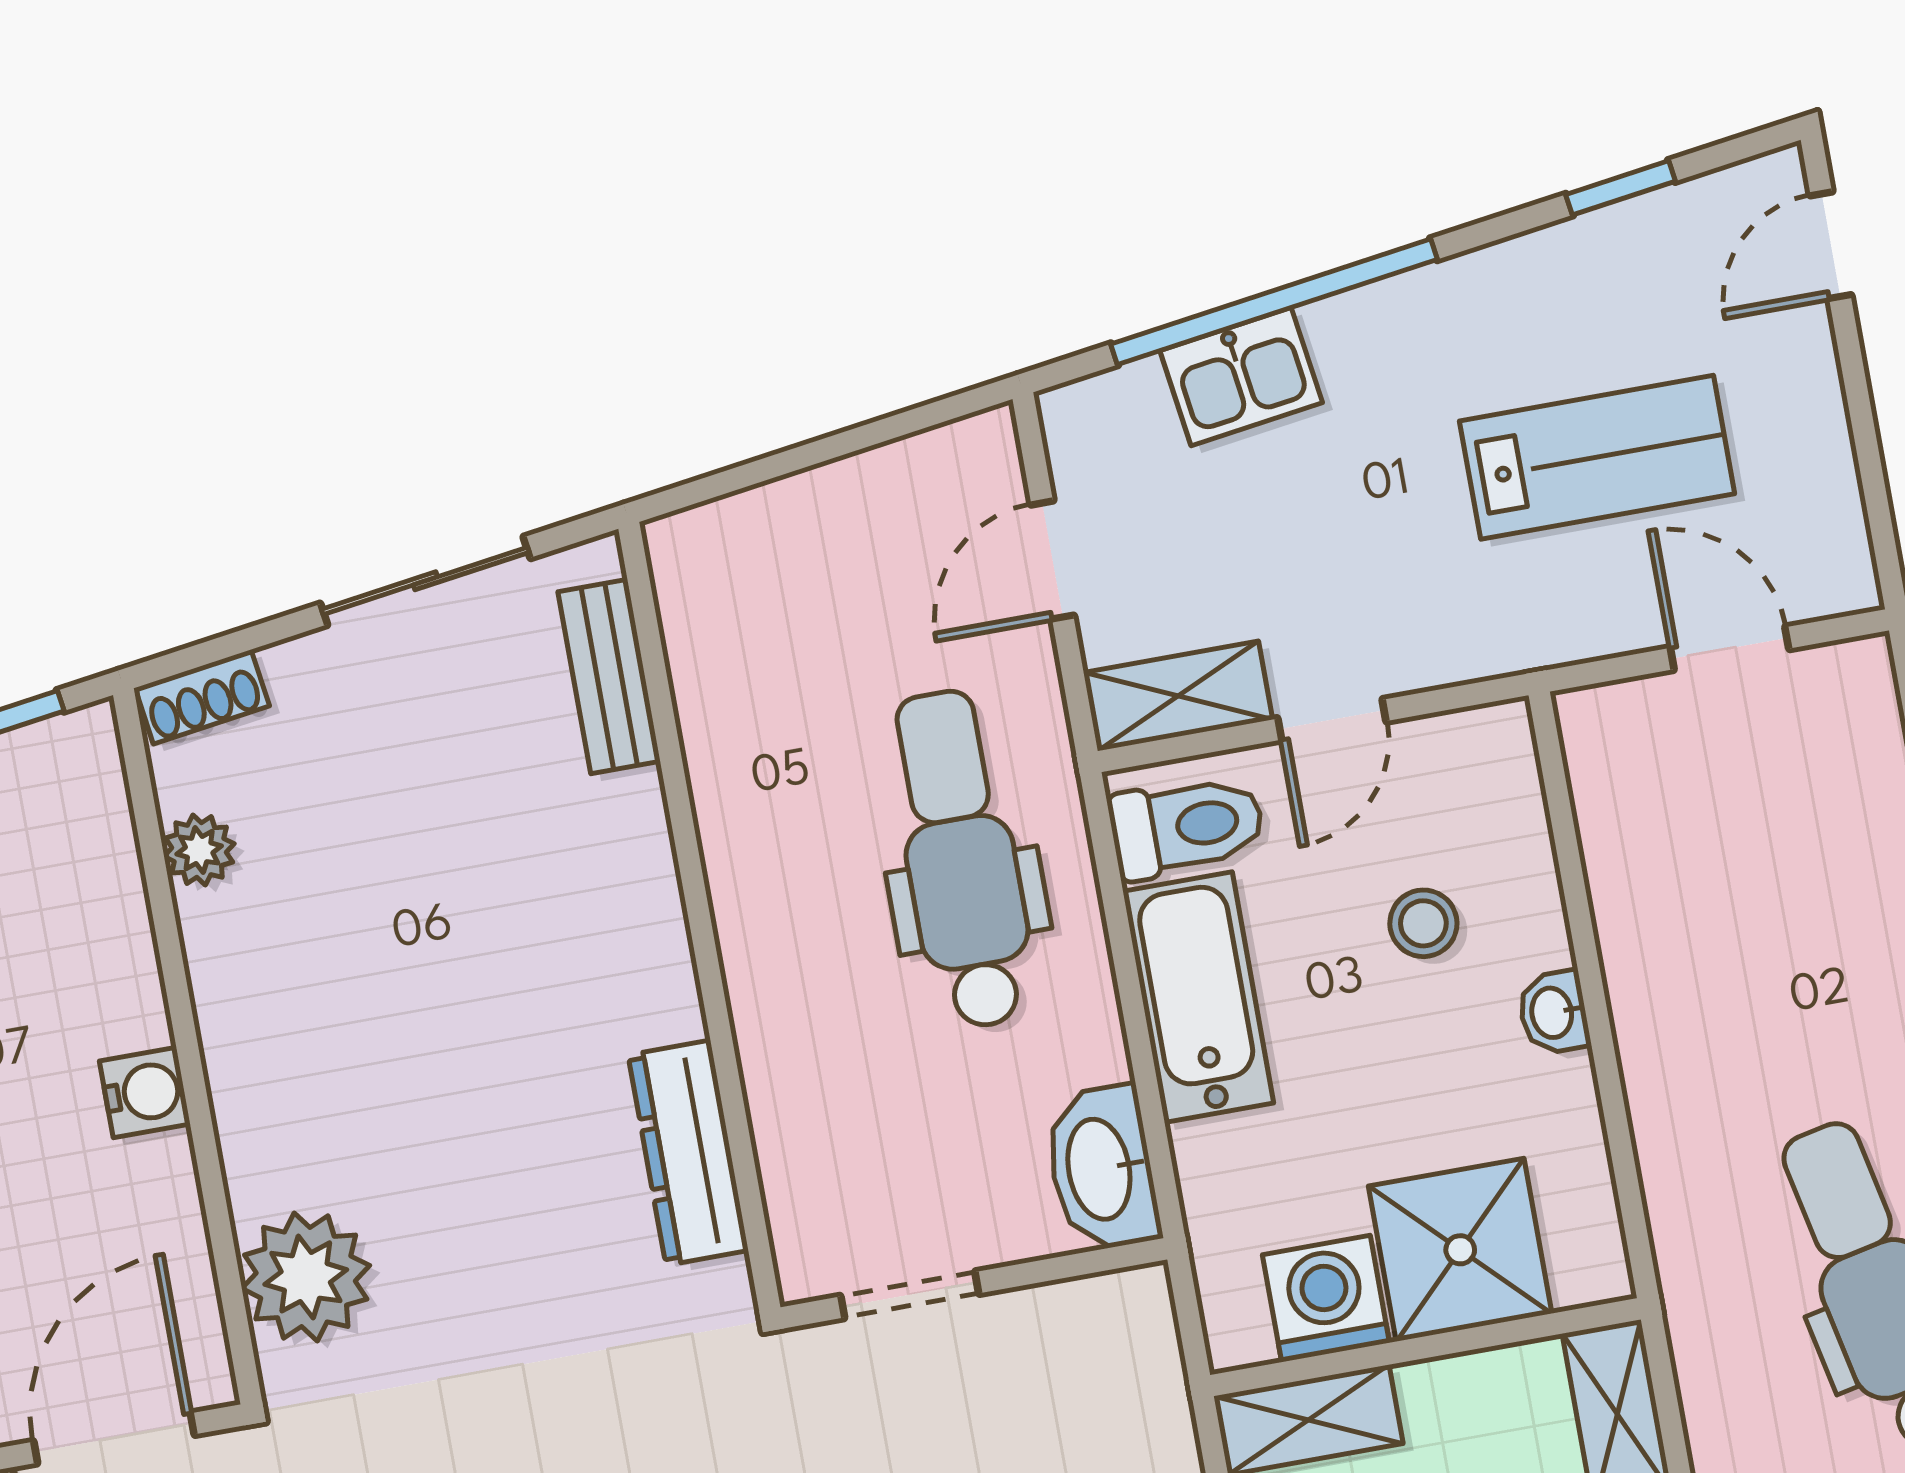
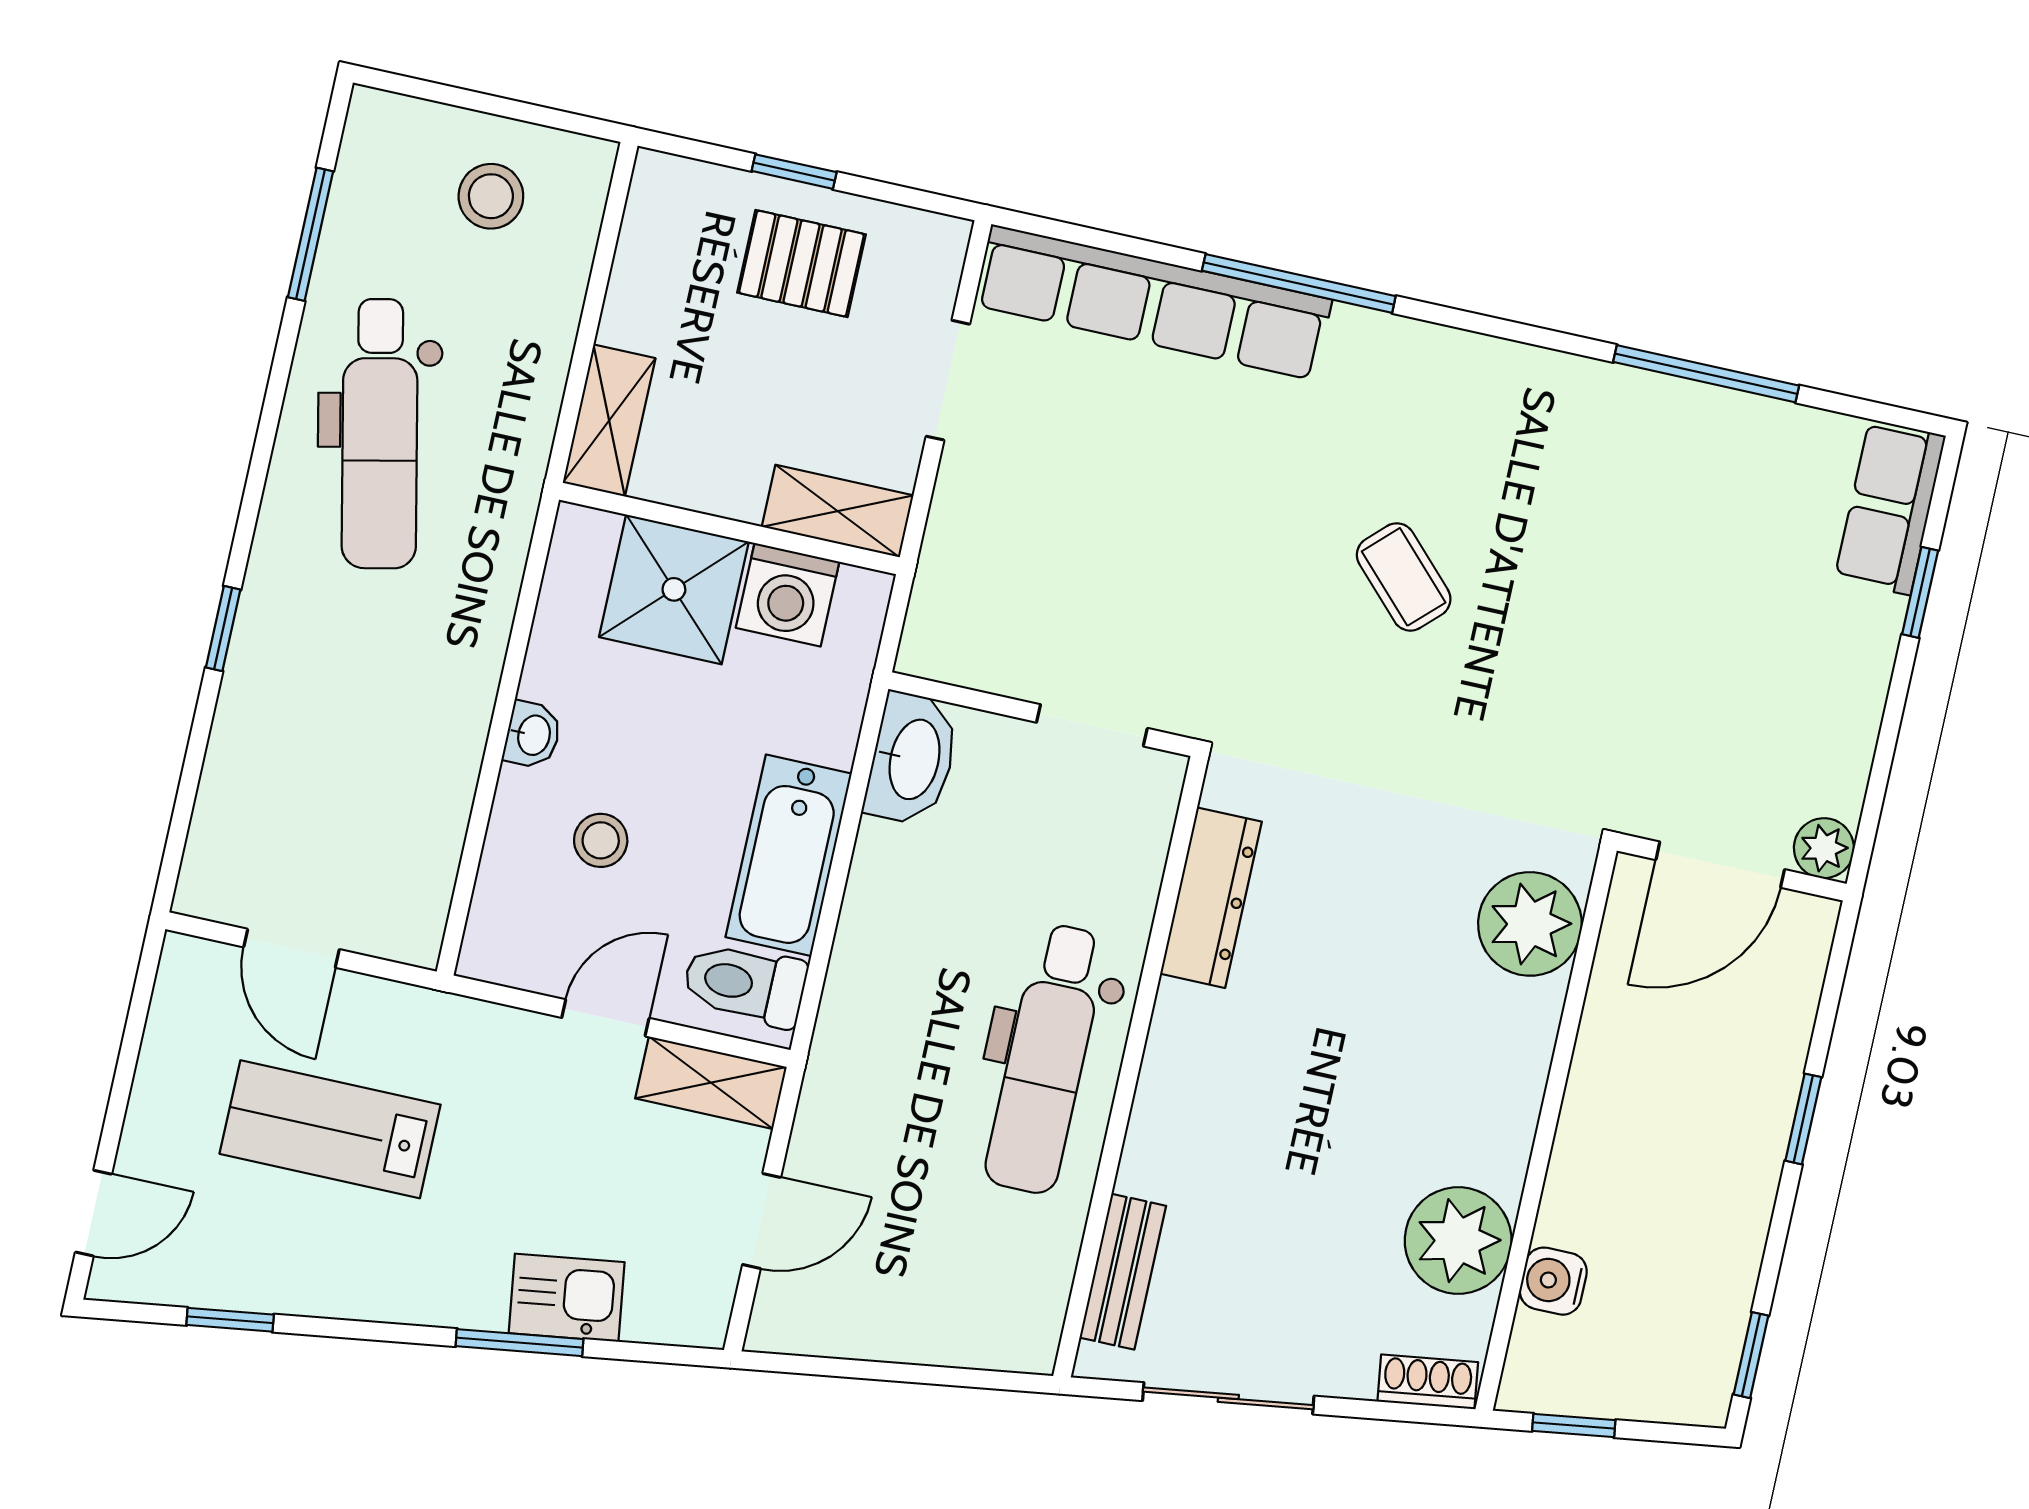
window: (1274, 302) -> (519, 1343), width x0.47
plant: (199, 850) -> (1458, 1240), width x1.87, depth x1.87
dental chair: (961, 859) -> (1046, 1059), moved
water cooler: (145, 1093) -> (1553, 1281), moved

